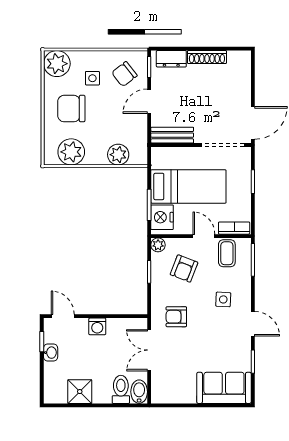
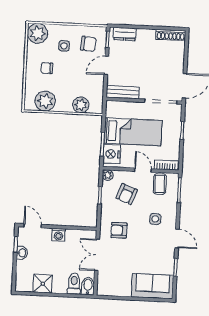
shoe rack: (207, 57) -> (171, 35), moved
chair: (124, 74) -> (88, 44), turned -137
chair: (71, 109) -> (47, 68), width x0.54, depth x0.54

